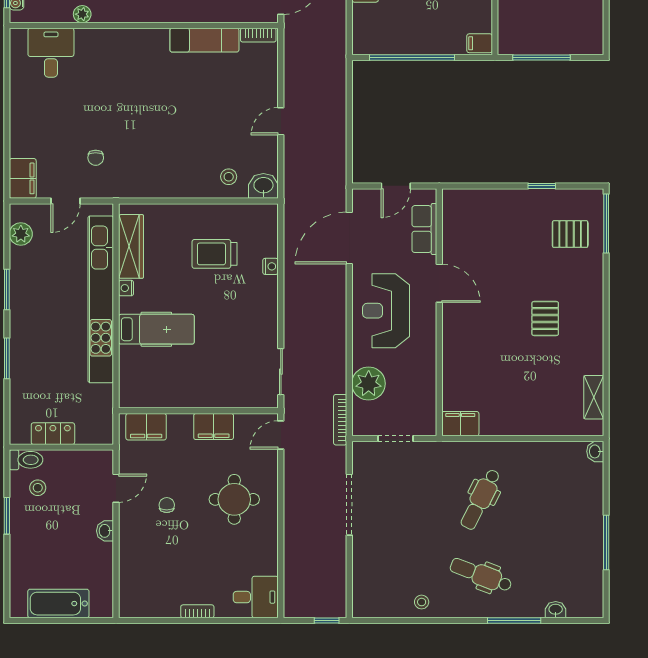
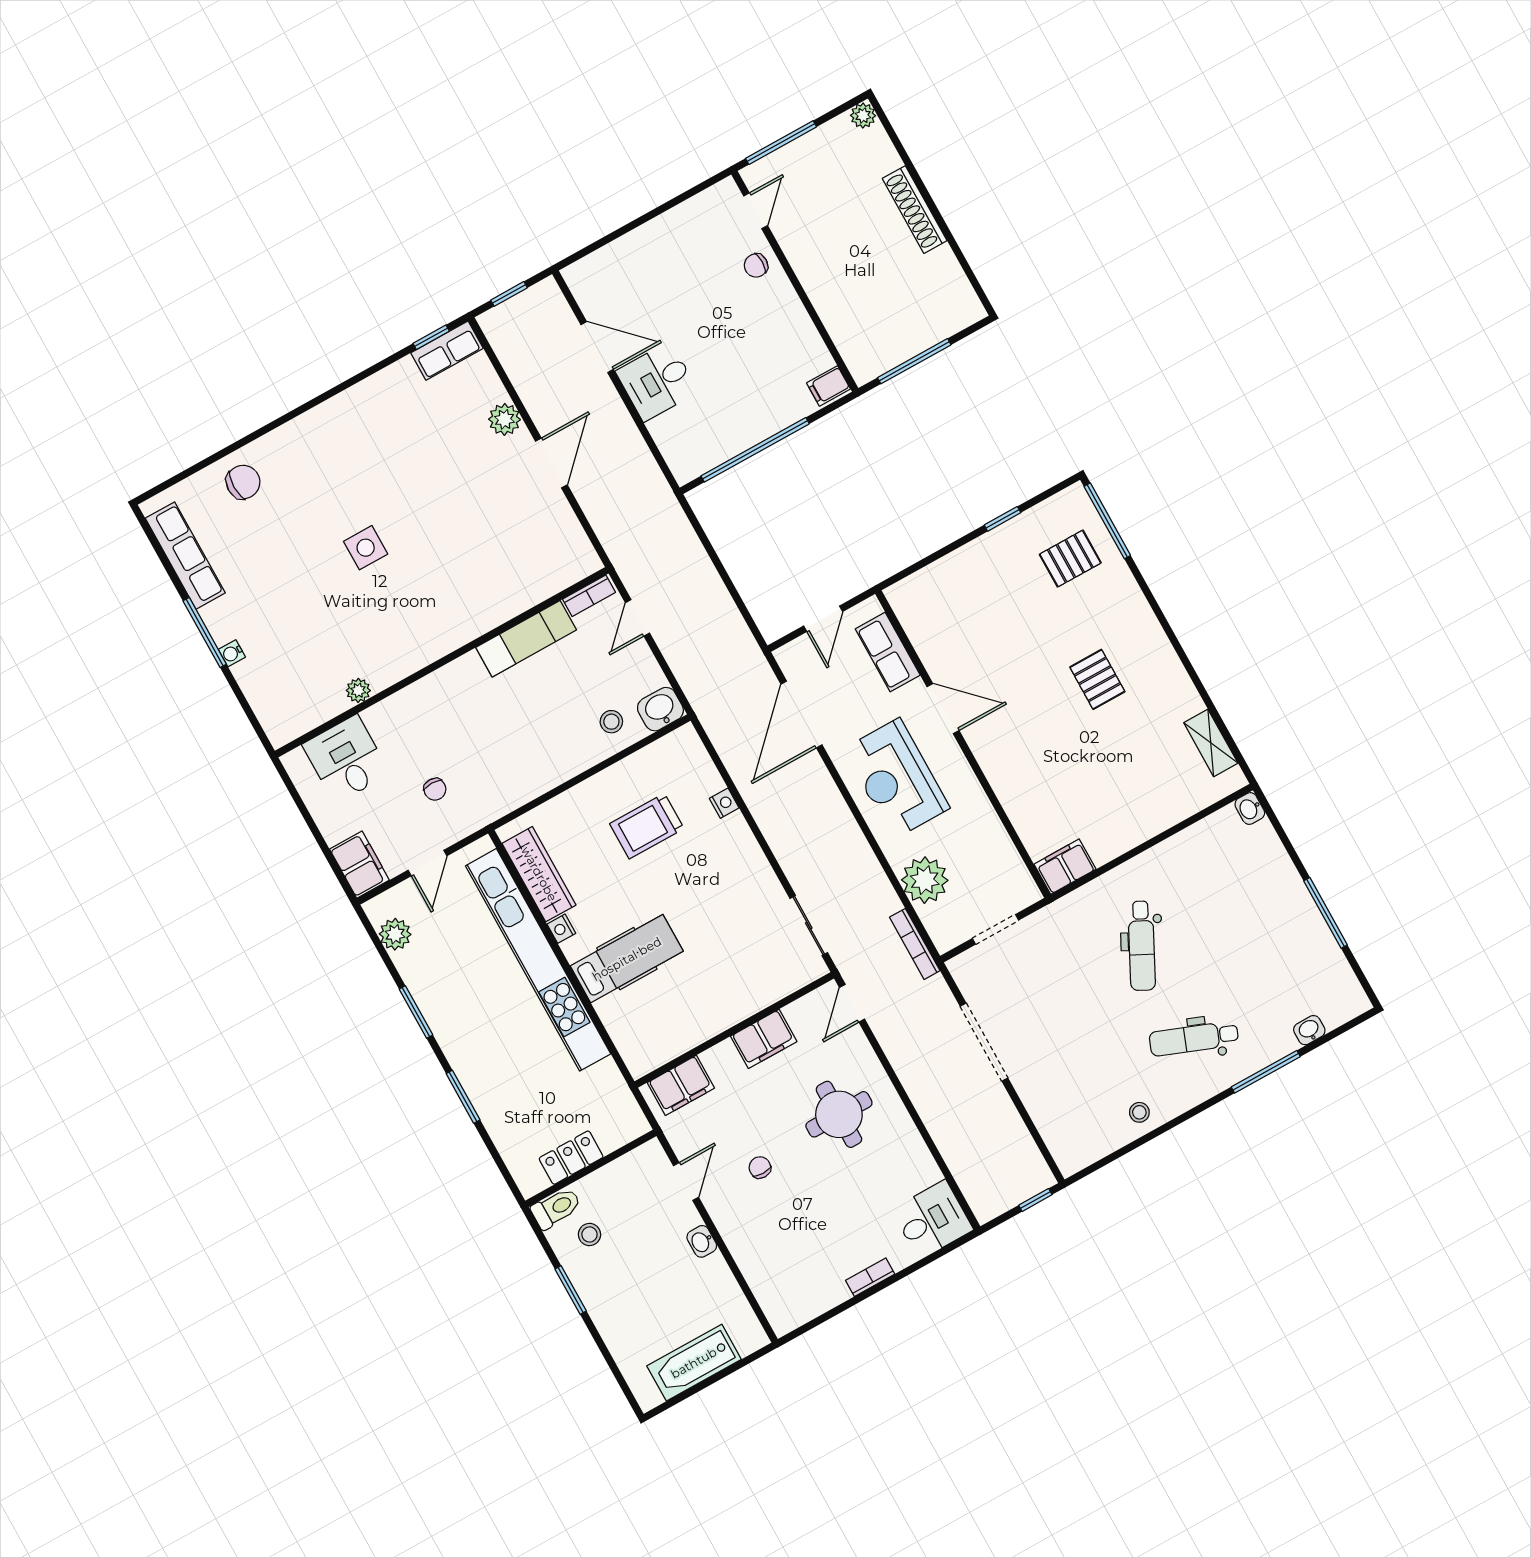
plant: (82, 14) -> (358, 690), moved
wall: (144, 25) -> (442, 662), moved
bookcase: (258, 35) -> (589, 596), moved
exam couch: (204, 40) -> (526, 639), moved
desk: (51, 53) -> (346, 759), moved

